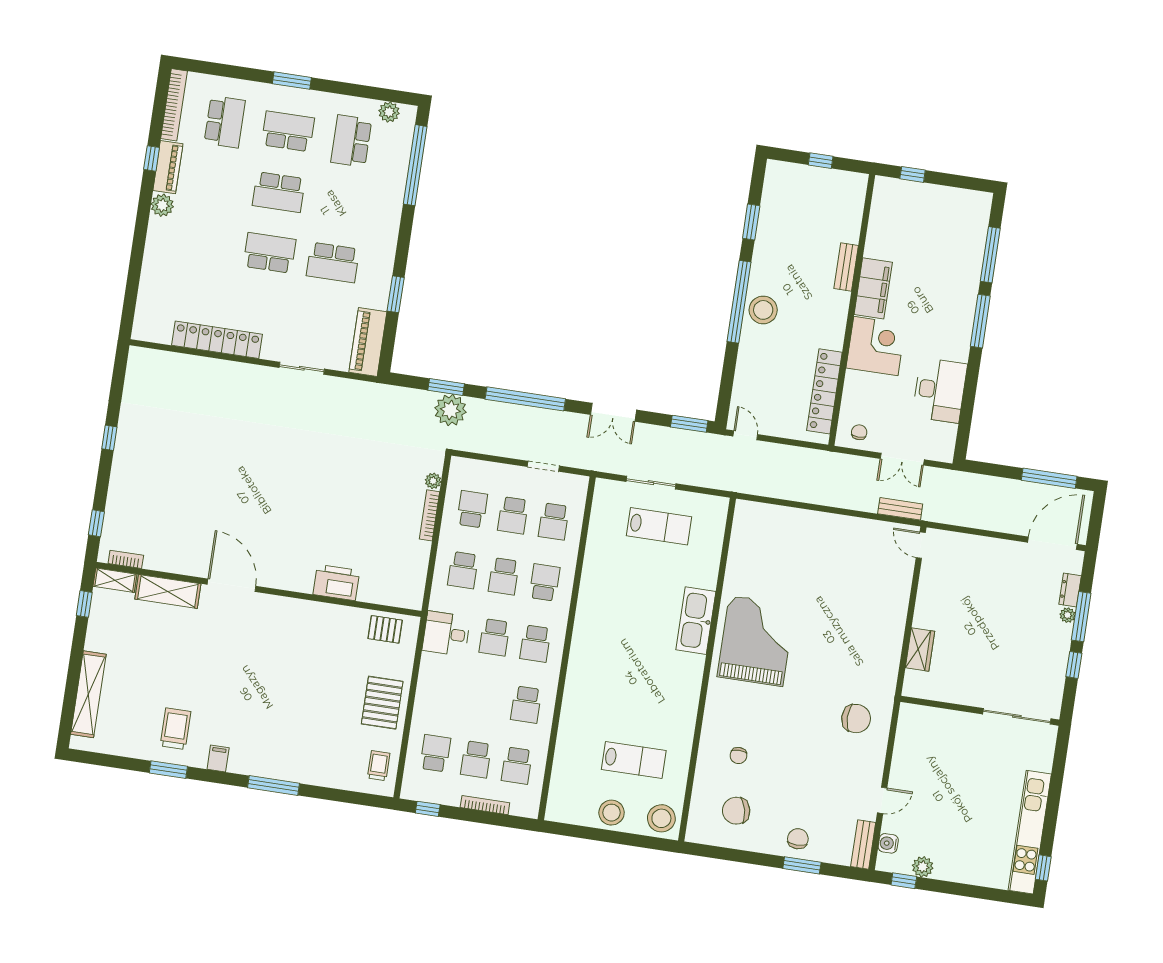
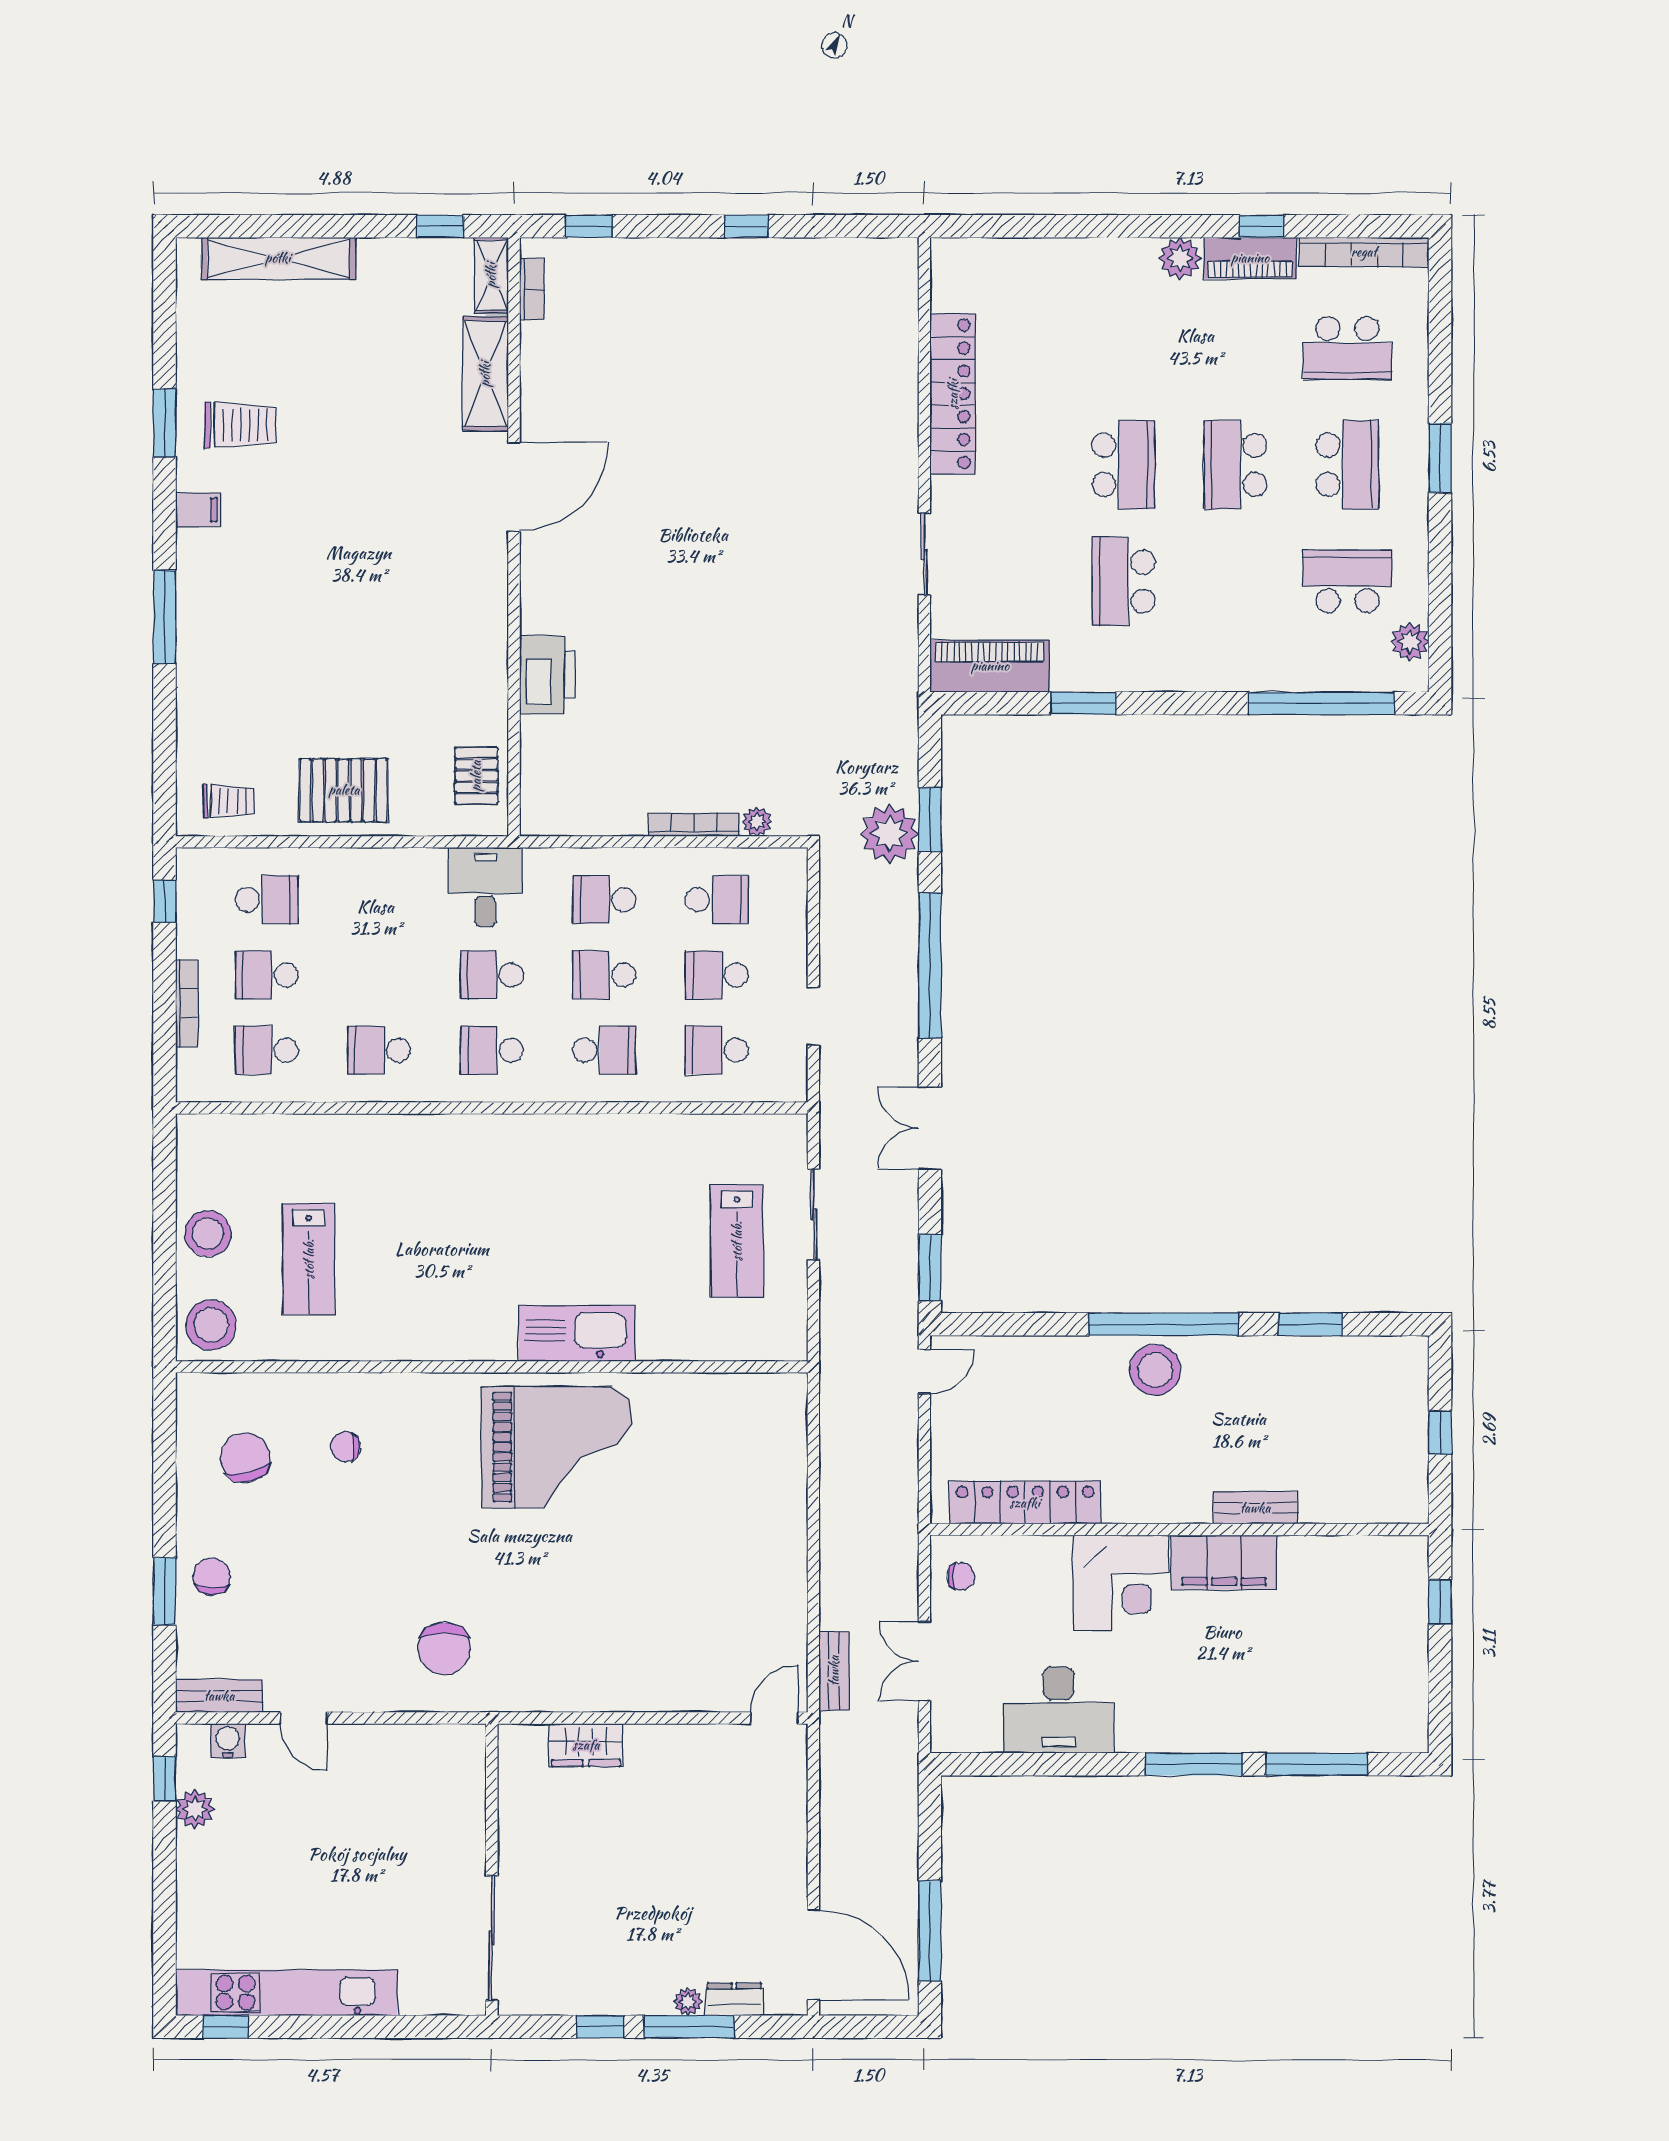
chair: (798, 839) -> (212, 1577), turned -90

